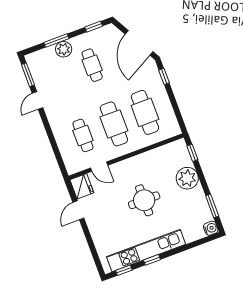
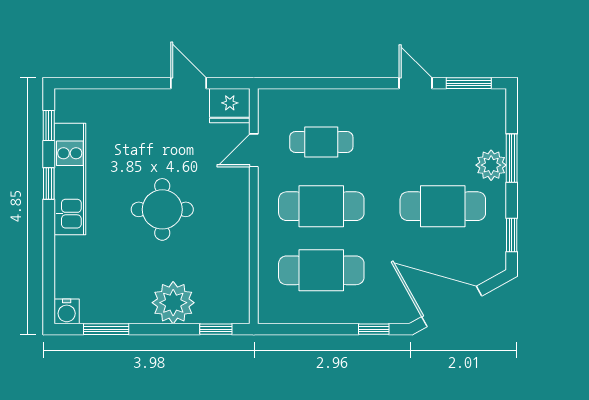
cafe table: (92, 65) -> (443, 206), width x1.37, depth x1.35
kitchen unit: (146, 250) -> (70, 179), width x0.73

